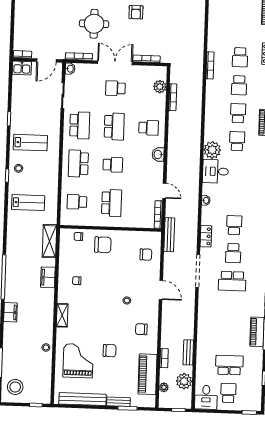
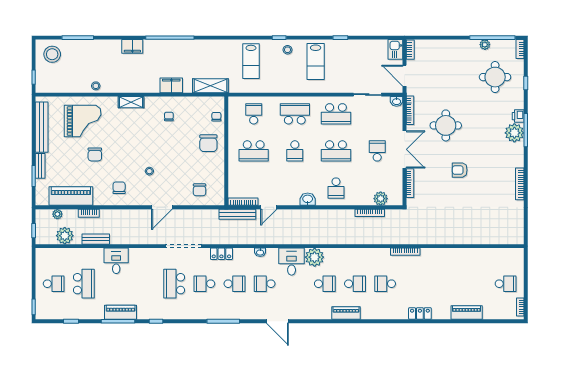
school desk: (240, 57) -> (265, 284), moved
bench: (169, 235) -> (237, 214), moved
desk: (206, 397) -> (116, 261), moved, turned 90

